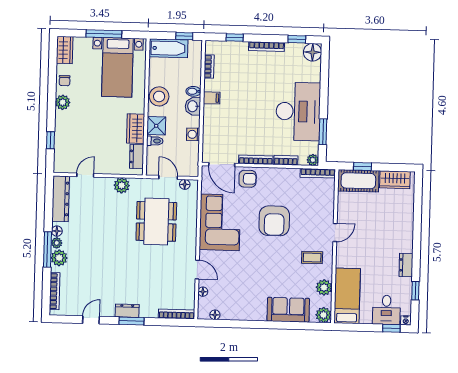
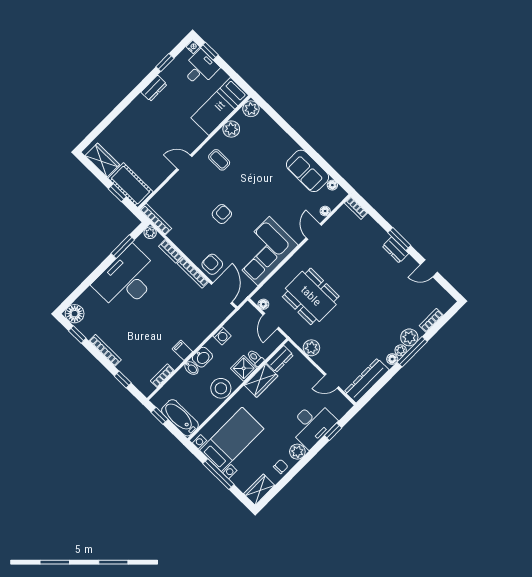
desk: (70, 132) -> (312, 424), added
dining table: (156, 221) -> (311, 296), turned 90
armchair: (274, 221) -> (222, 214), width x0.53, depth x0.53
bookcase: (55, 291) -> (431, 320), width x0.64
sofa: (288, 310) -> (308, 171), moved
bookcase: (177, 314) -> (356, 208), width x0.64

